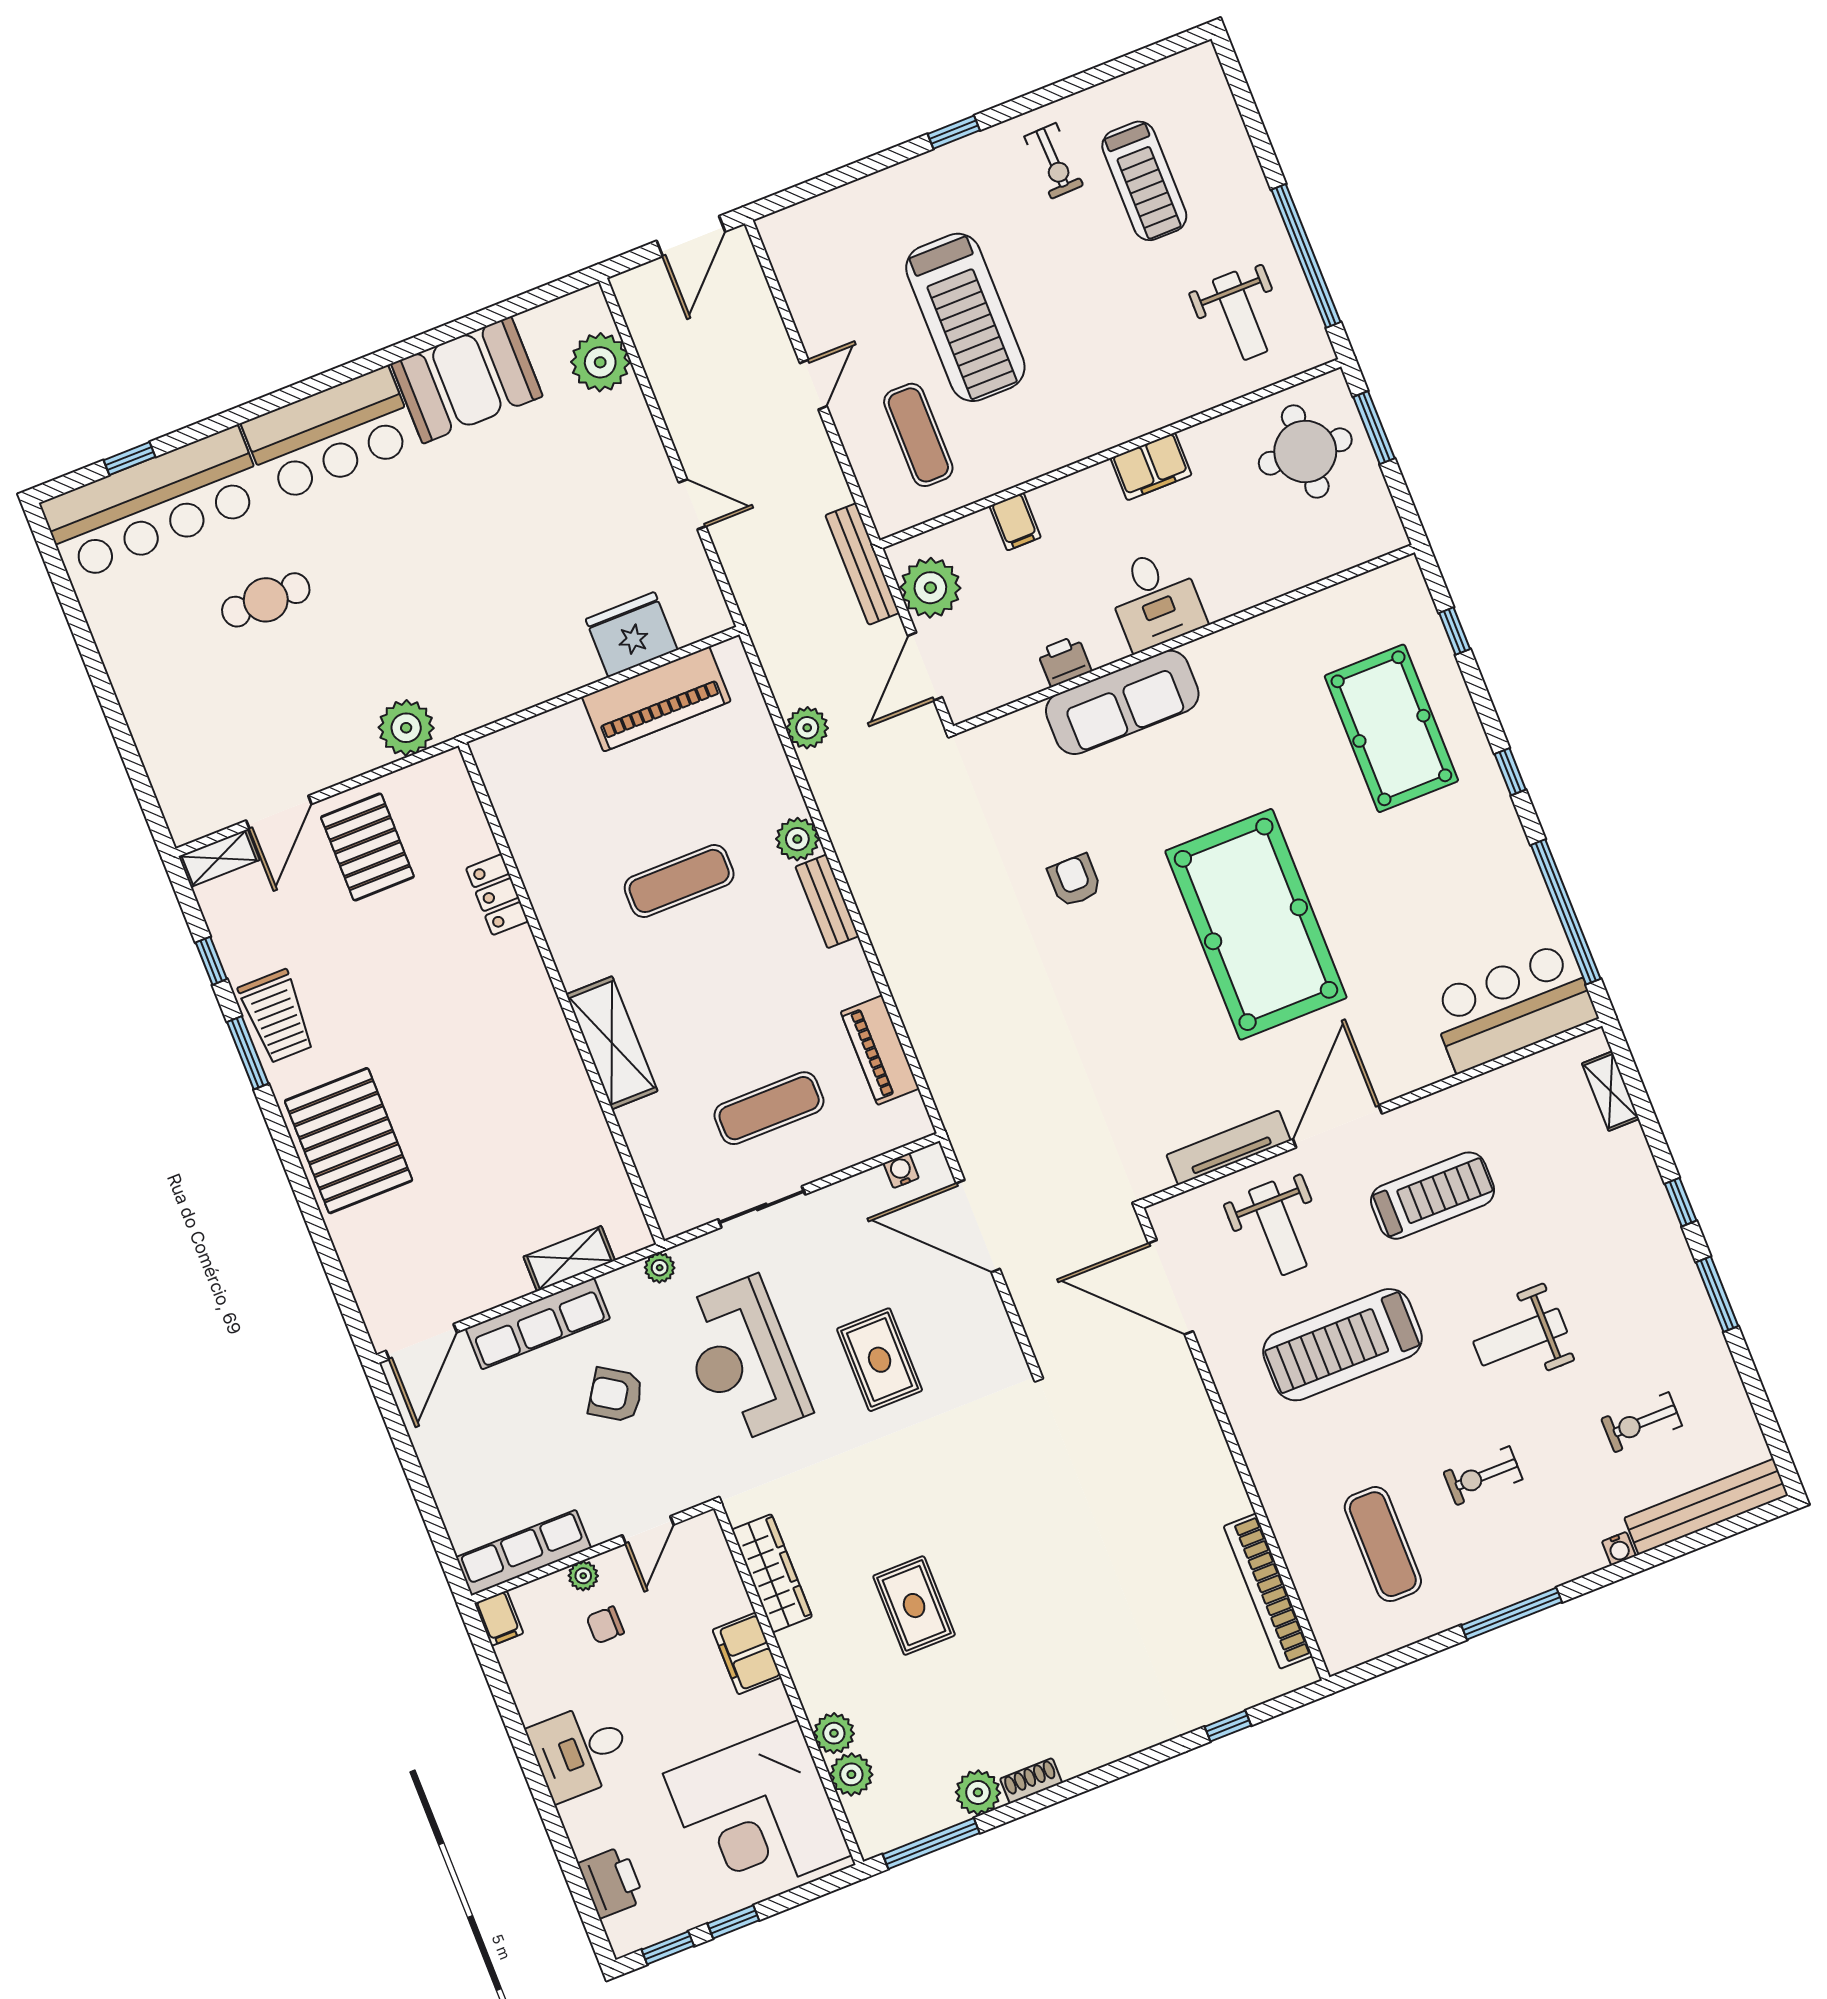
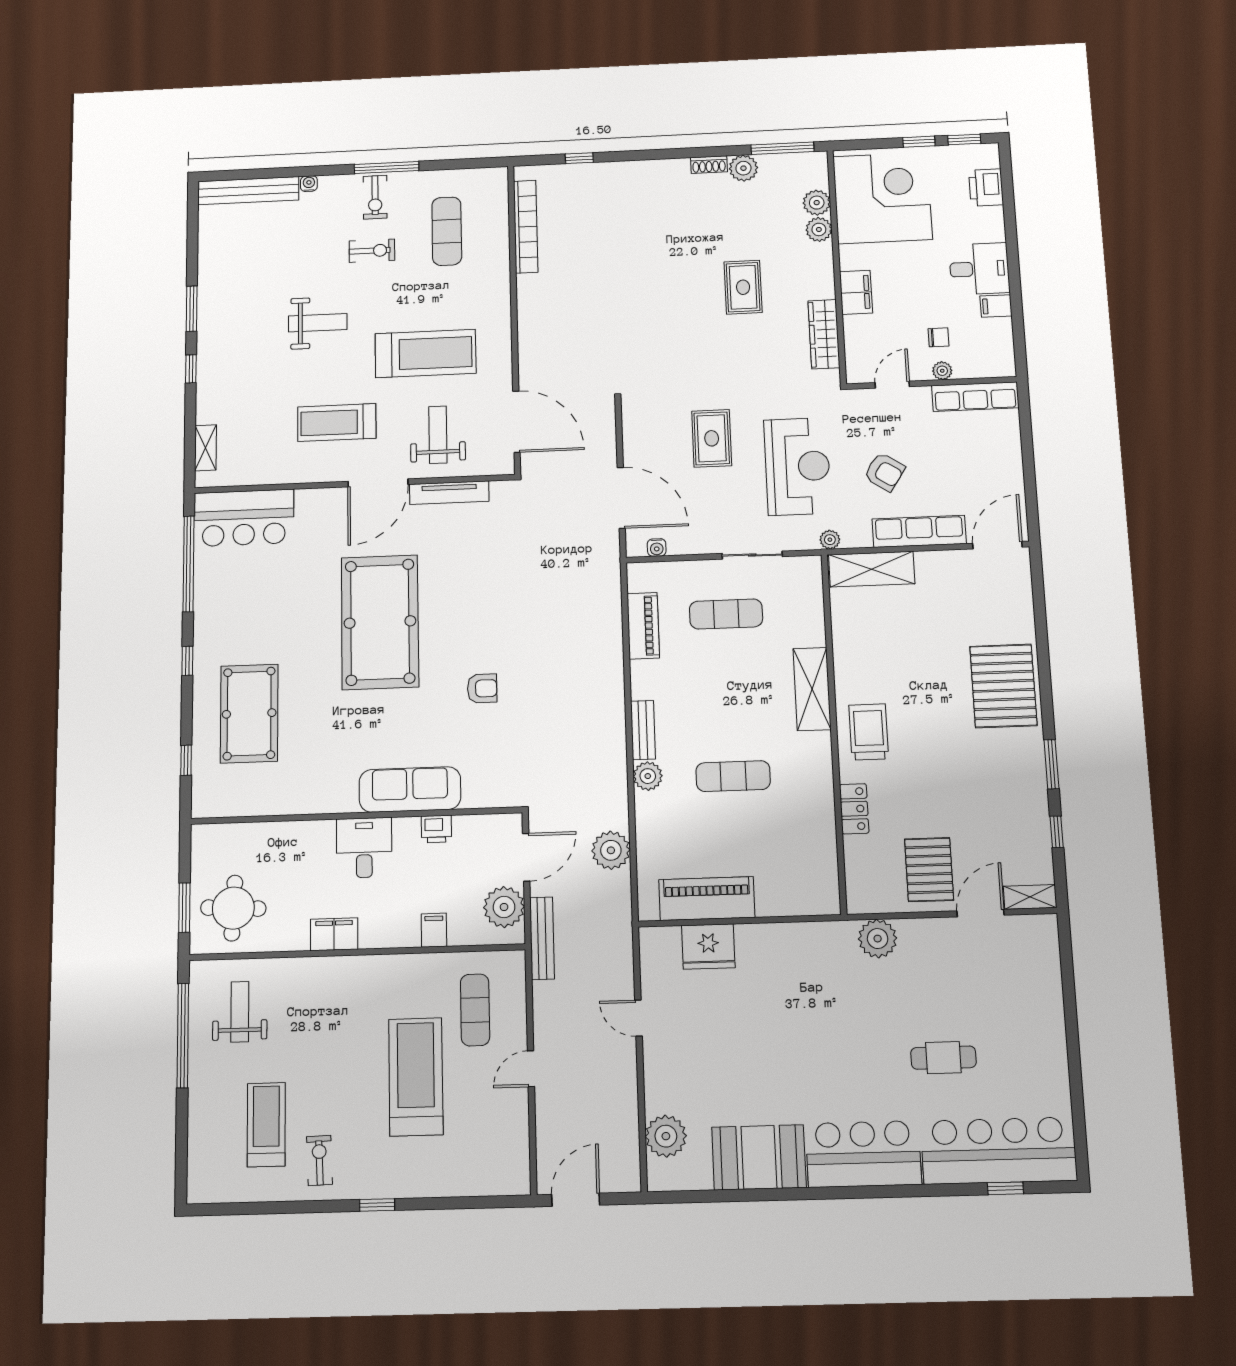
plant: (807, 728) -> (611, 850), width x1.36, depth x1.36
armchair: (1074, 880) -> (482, 688), turned -90
trolley: (277, 1016) -> (869, 732), moved
shelving: (569, 1259) -> (872, 569), width x1.50, depth x1.33
exercise bike: (1642, 1422) -> (375, 197), moved, turned 90
filing cabinet: (499, 1618) -> (996, 306), moved, turned -90

